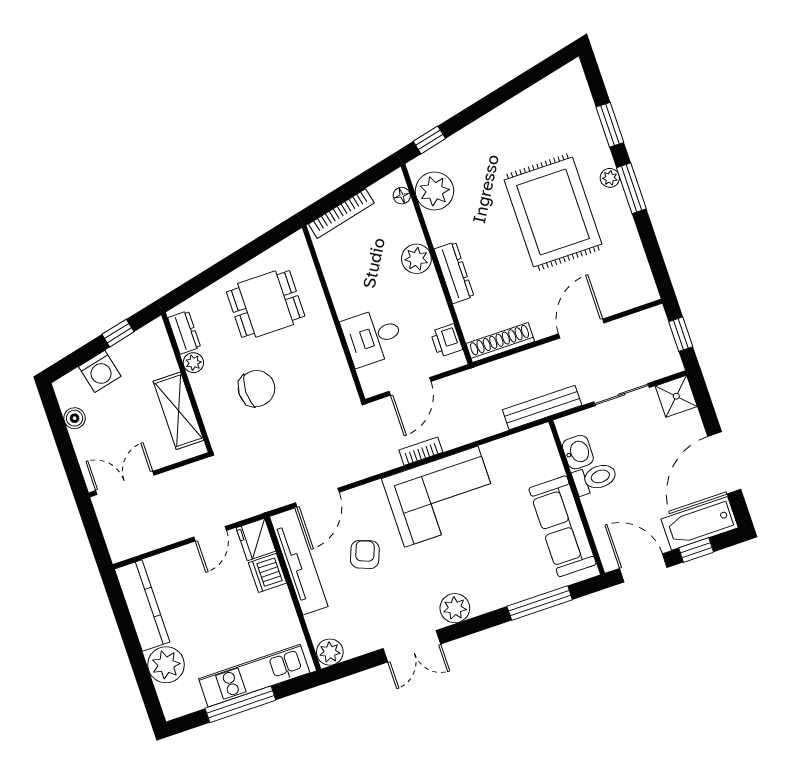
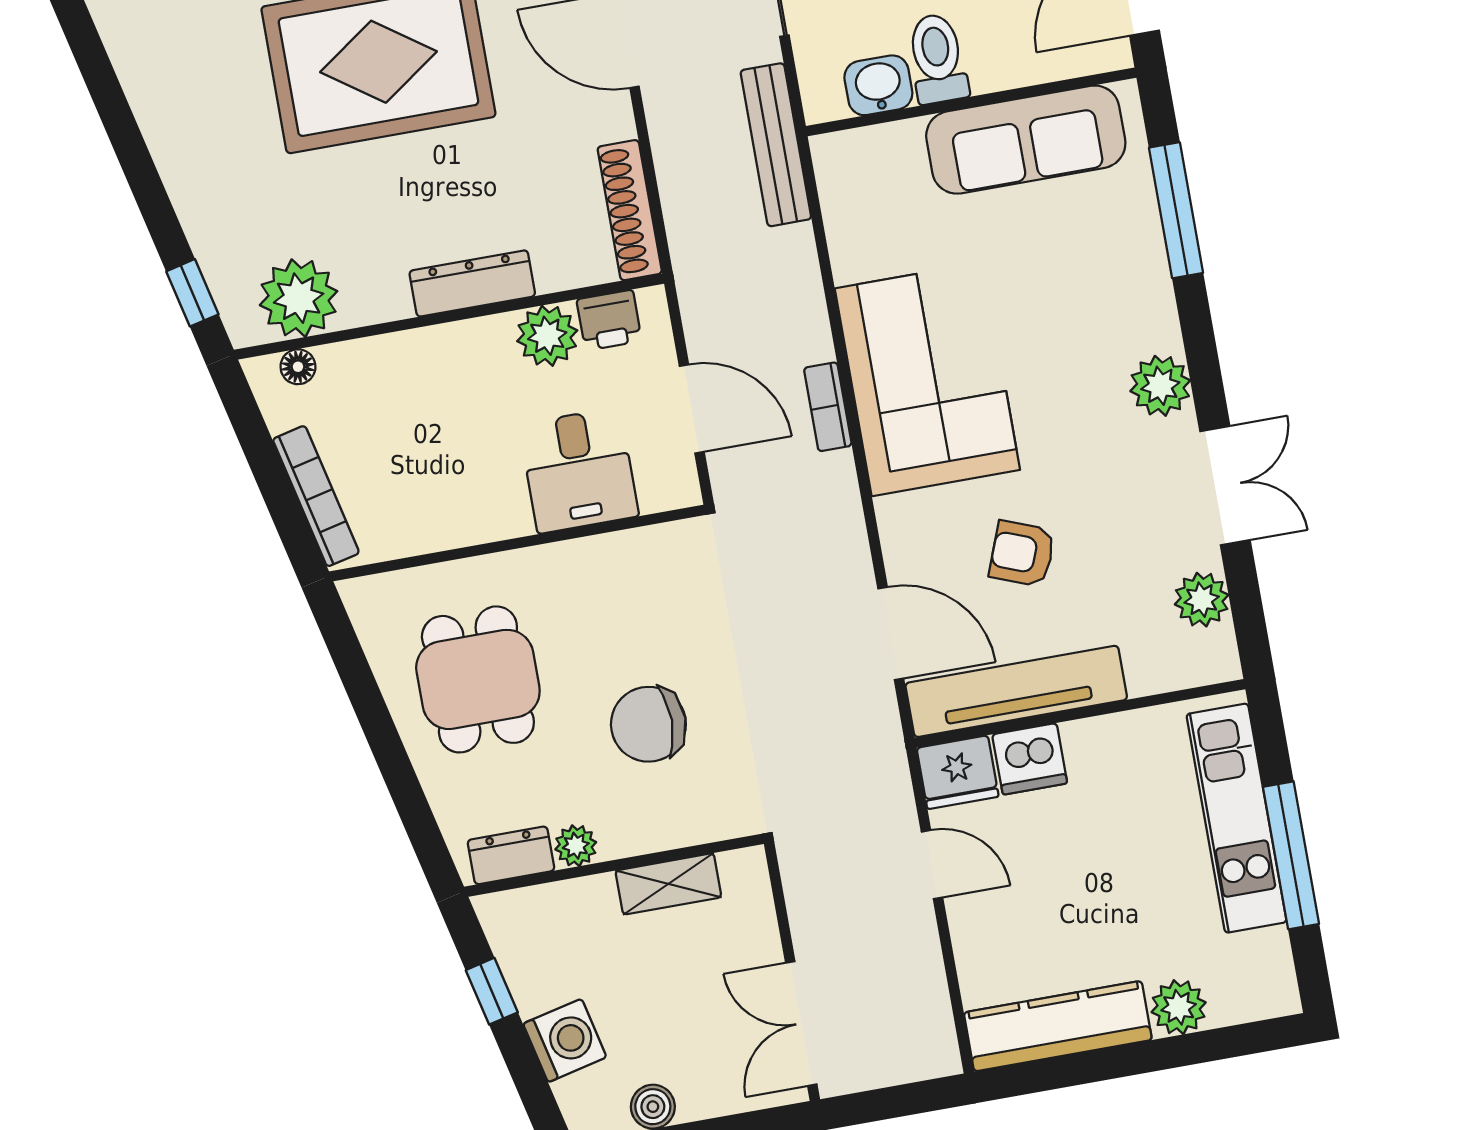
plant: (416, 259) -> (547, 336), moved
chair: (257, 388) -> (648, 724), turned -90
shelving: (178, 411) -> (668, 884), width x0.67, depth x0.75
plant: (330, 652) -> (1202, 600), moved
plant: (166, 665) -> (1179, 1007), width x0.73, depth x0.73

